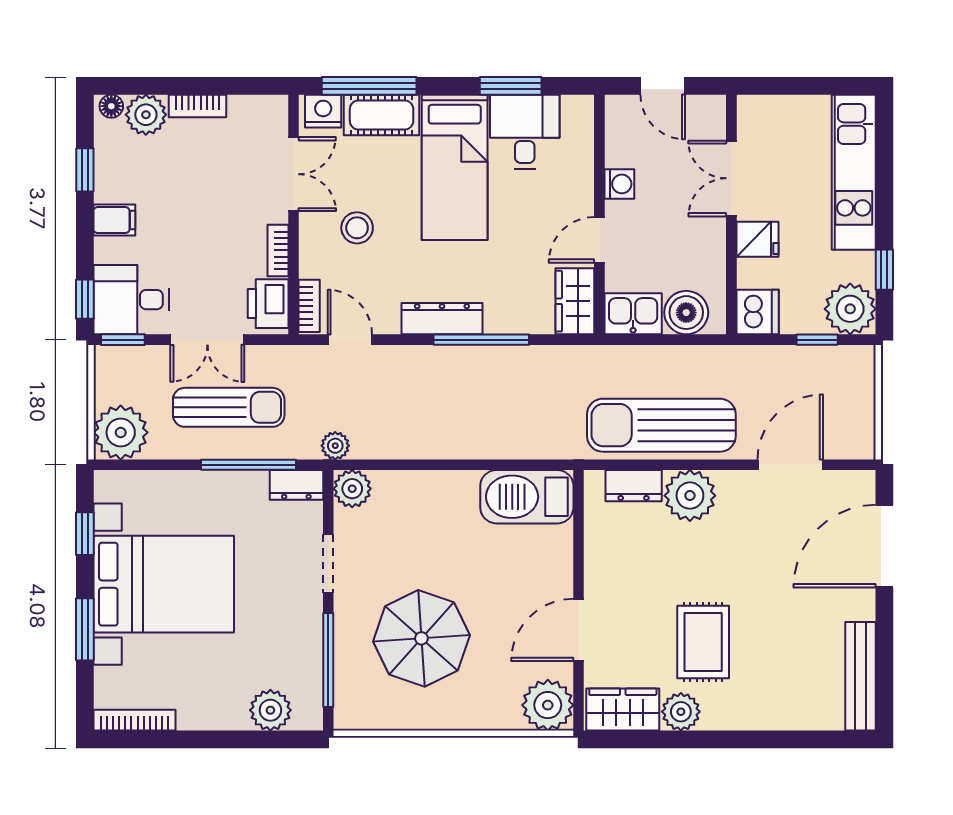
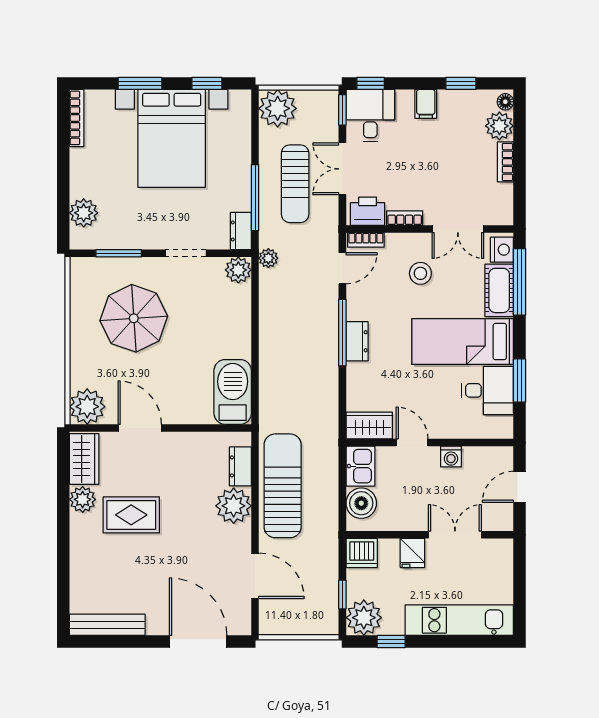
dresser: (442, 319) -> (357, 341), width x0.70
window: (481, 340) -> (342, 333), moved
window: (328, 660) -> (119, 253), width x0.69

